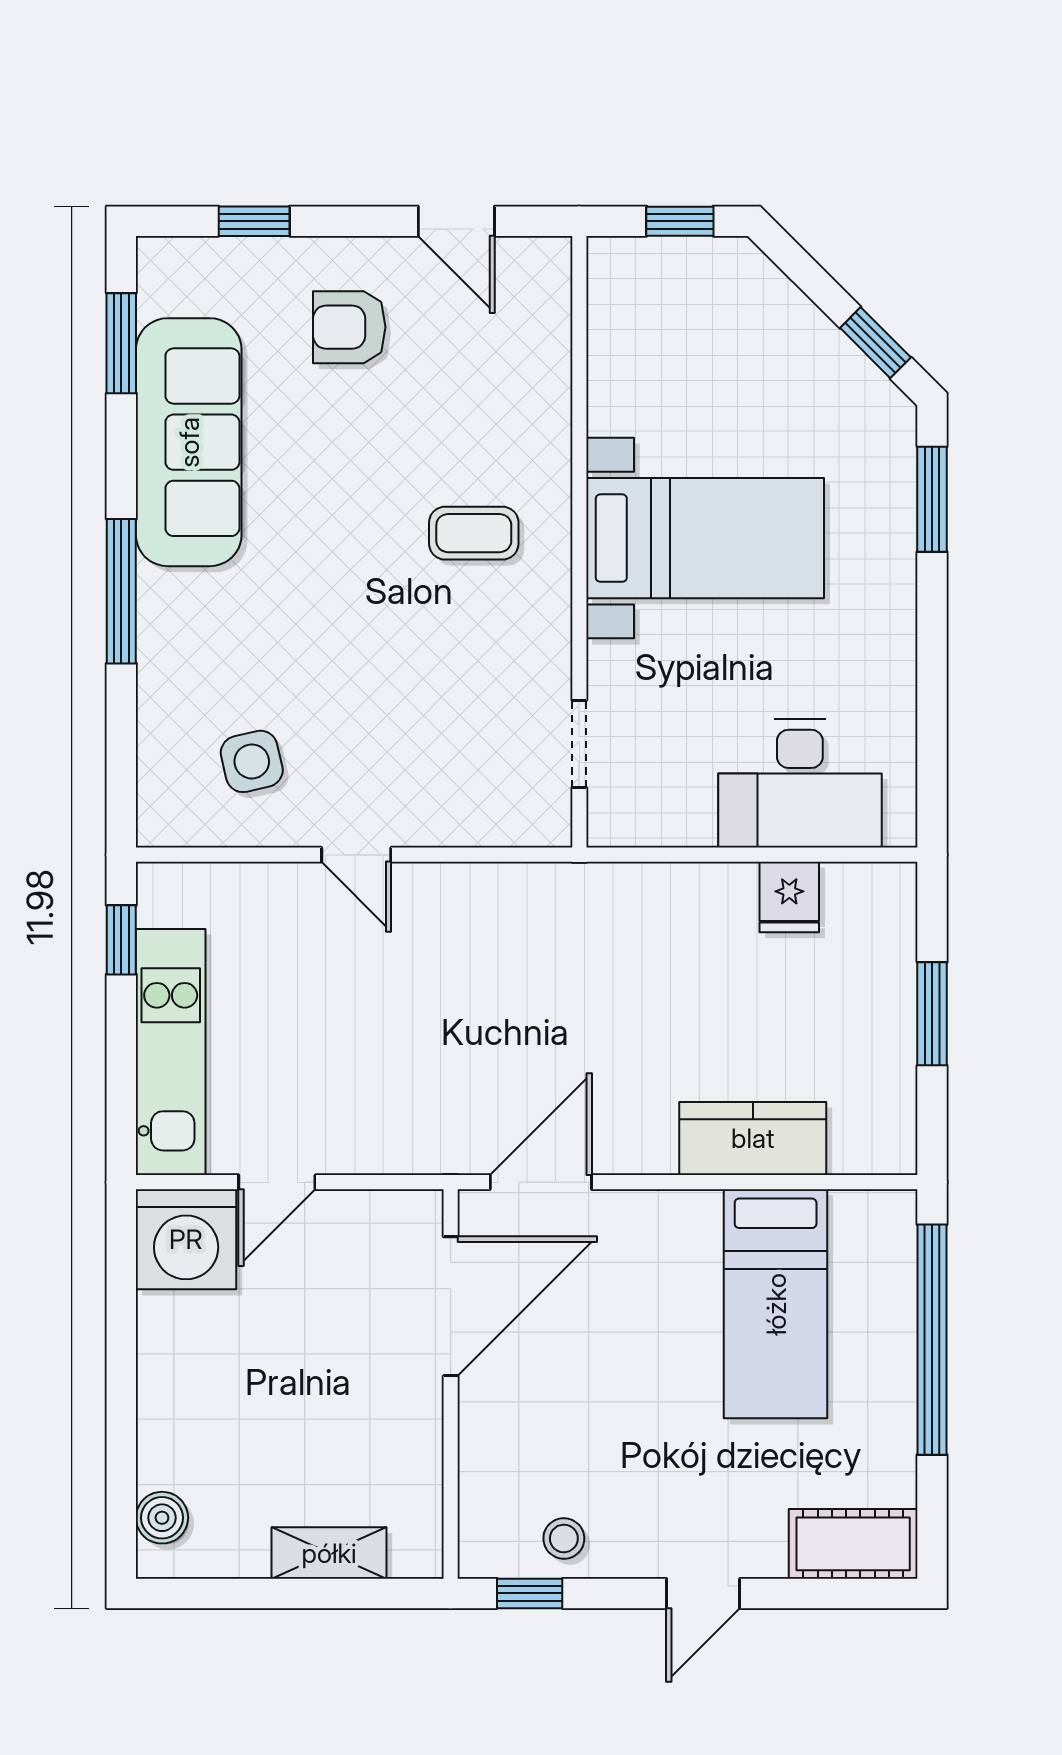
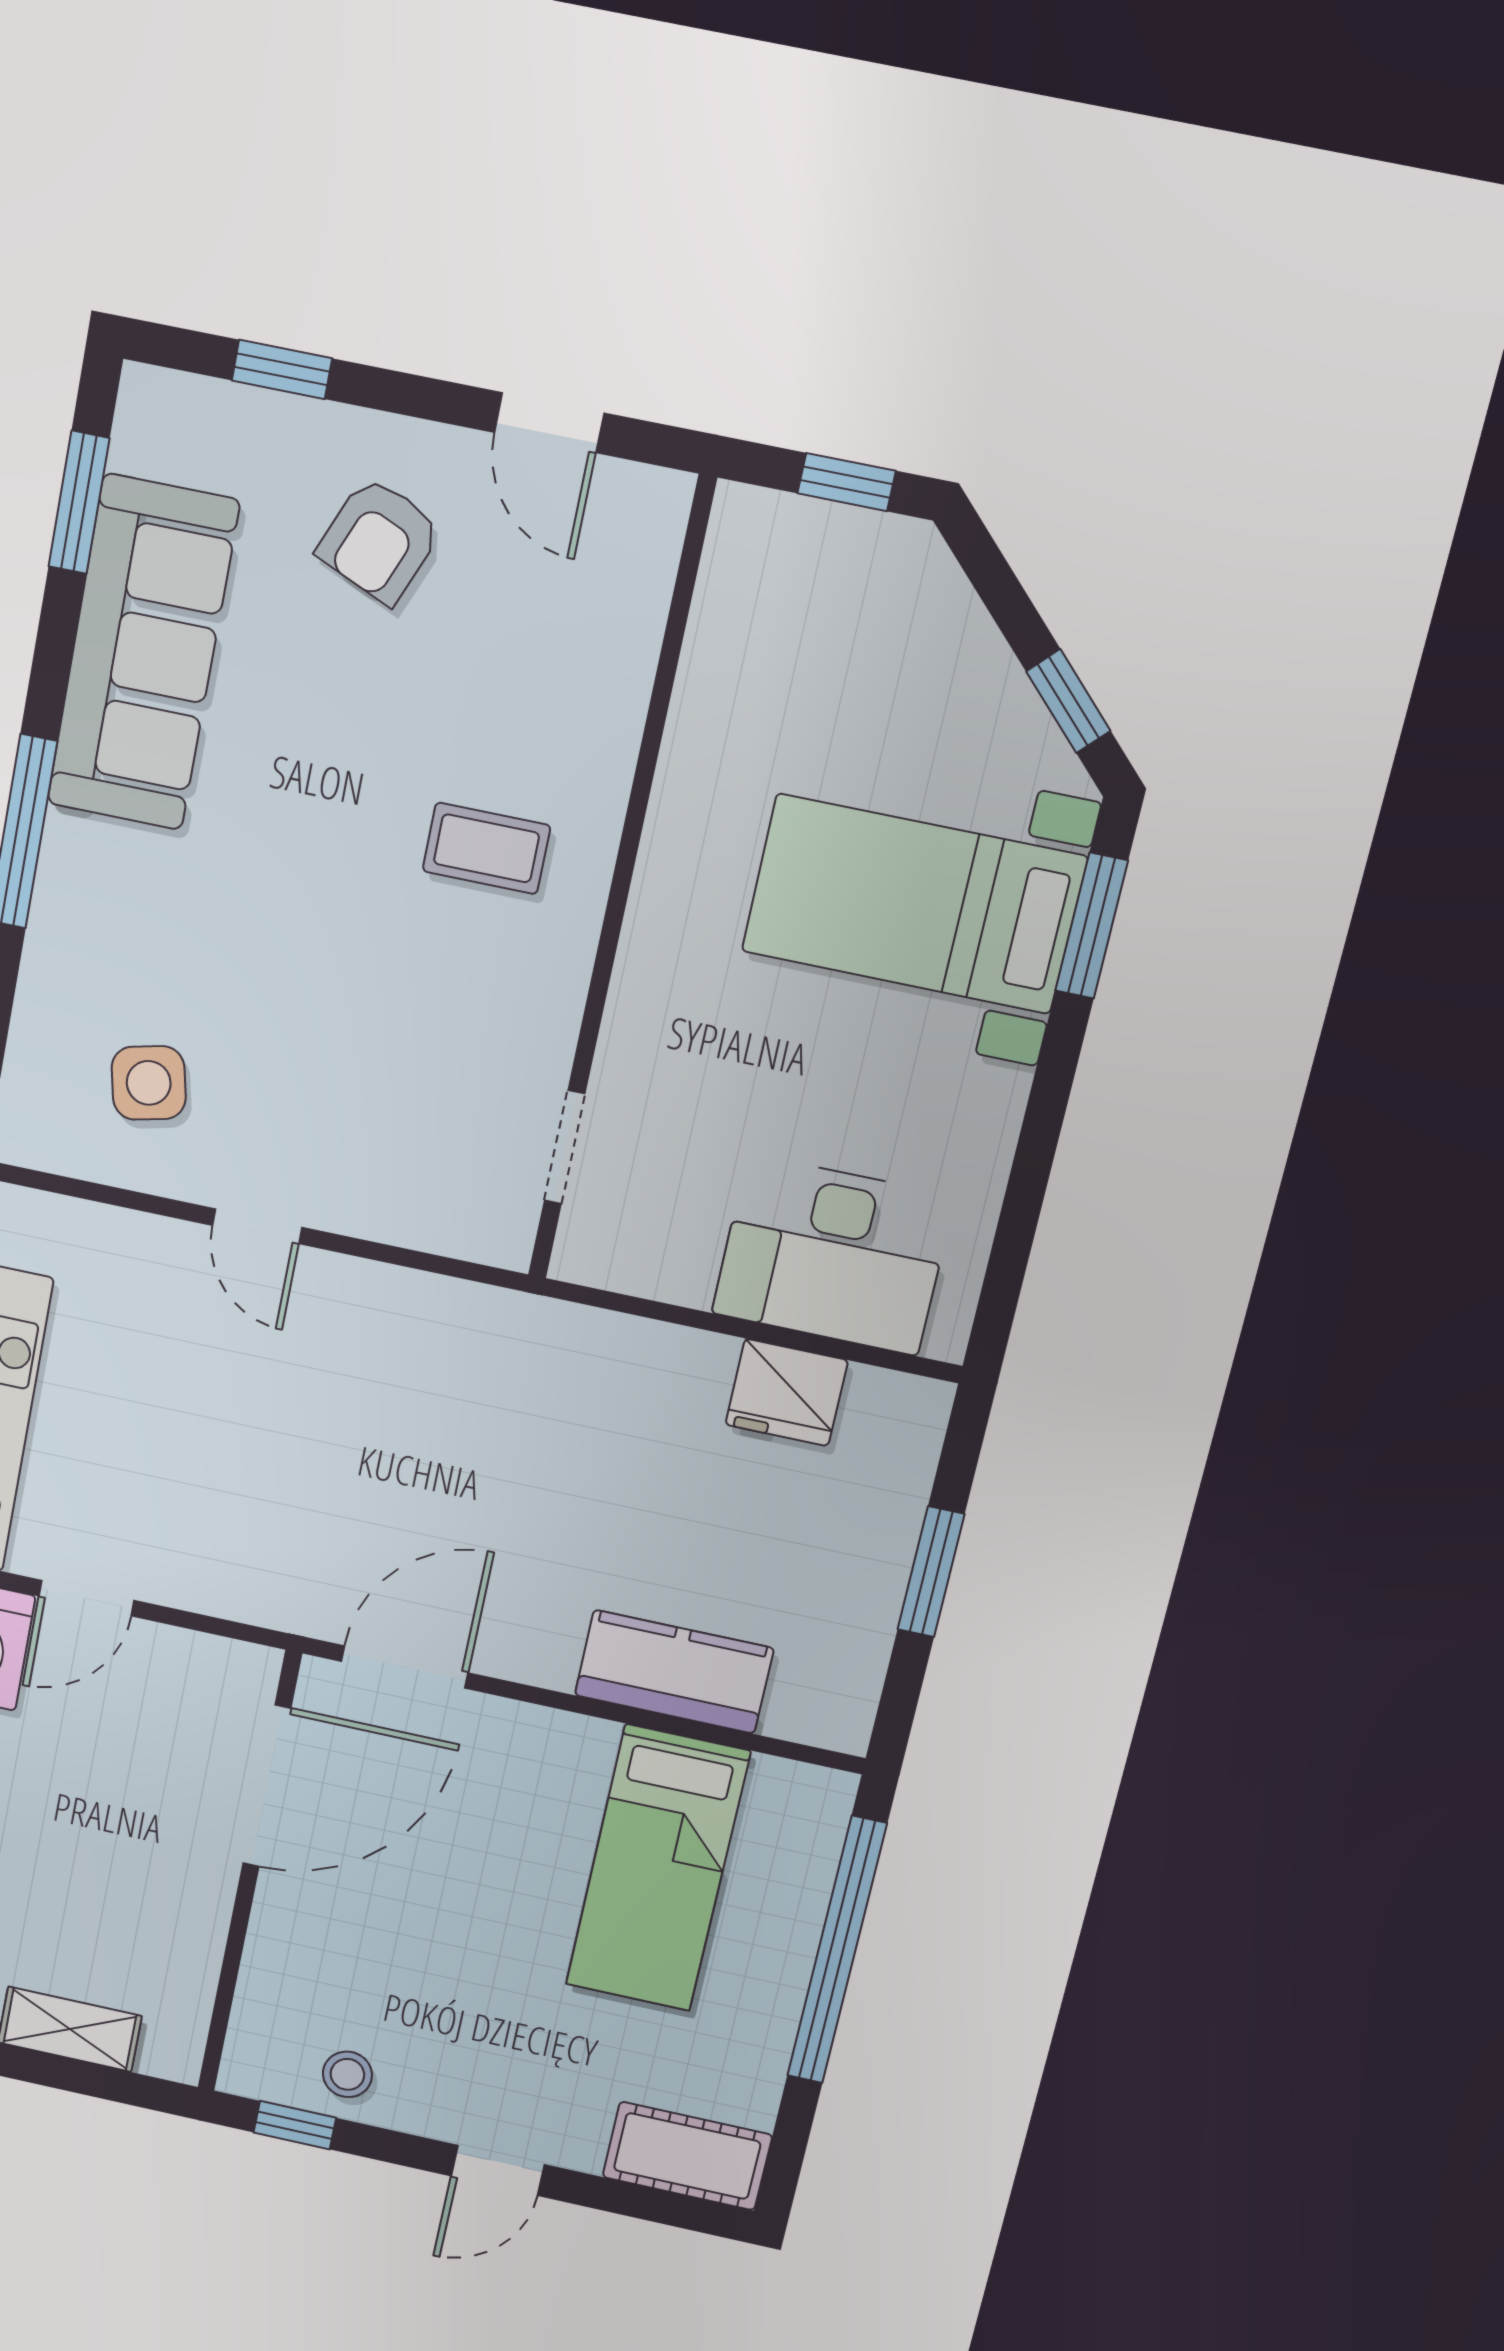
armchair: (349, 327) -> (379, 540), turned -67
bed with nightstands: (705, 538) -> (914, 904), moved, turned 180
fridge: (789, 897) -> (787, 1393), width x1.38

